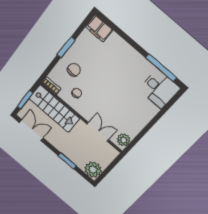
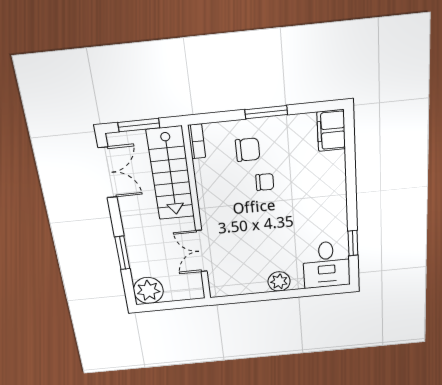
window: (161, 68) -> (353, 243), width x0.46
chair: (77, 93) -> (265, 182), moved
double door: (98, 132) -> (201, 251), swing flipped
plant: (124, 140) -> (279, 281), moved

